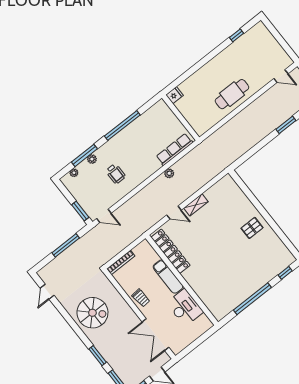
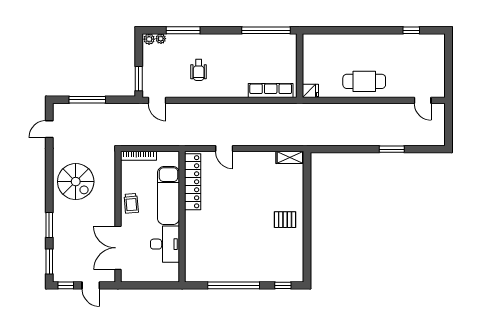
fridge: (175, 95) -> (310, 91), moved
window: (122, 126) -> (266, 30), moved
plant: (92, 159) -> (149, 39), moved
plant: (169, 173) -> (248, 109), removed
shelving: (196, 205) -> (290, 157), moved
window: (66, 245) -> (87, 100), moved
exam couch: (168, 277) -> (169, 196), width x1.36, depth x1.45

